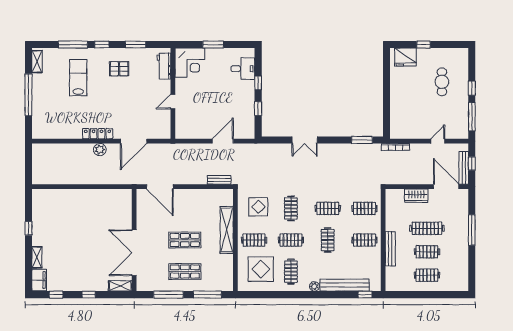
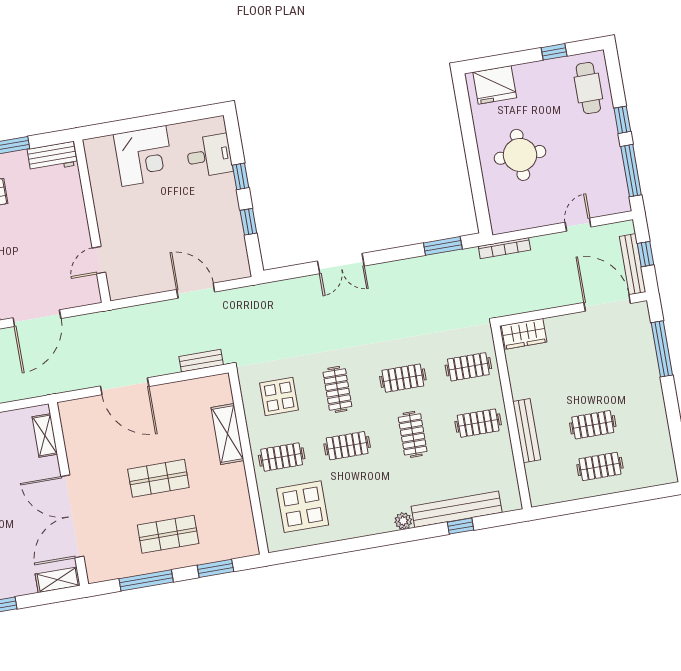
window: (213, 45) -> (149, 122), removed
window: (423, 45) -> (554, 52), moved
corner desk: (190, 63) -> (144, 156), moved
workbench: (164, 66) -> (52, 157), moved, turned -90
cafe table: (442, 82) -> (588, 88), moved
round table: (413, 98) -> (520, 155), added
door: (173, 102) -> (99, 260), moved
door: (223, 141) -> (196, 291), hinge flipped
door: (160, 187) -> (125, 386), moved
wardrobe: (416, 196) -> (524, 334), moved
shelving: (127, 206) -> (45, 435), added
clothes rail: (427, 228) -> (586, 383), removed
shelving: (227, 230) -> (227, 434), width x0.68
window: (472, 230) -> (662, 349), moved
clothes rail: (291, 272) -> (357, 502), removed
window: (207, 295) -> (215, 568), width x0.69
window: (365, 295) -> (460, 526), moved

